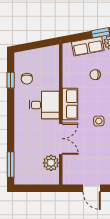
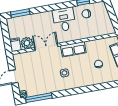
desk: (44, 105) -> (64, 19), moved, turned 180
double door: (61, 139) -> (46, 47), swing flipped
filing cabinet: (51, 178) -> (15, 45), added

